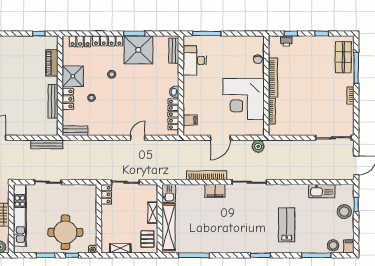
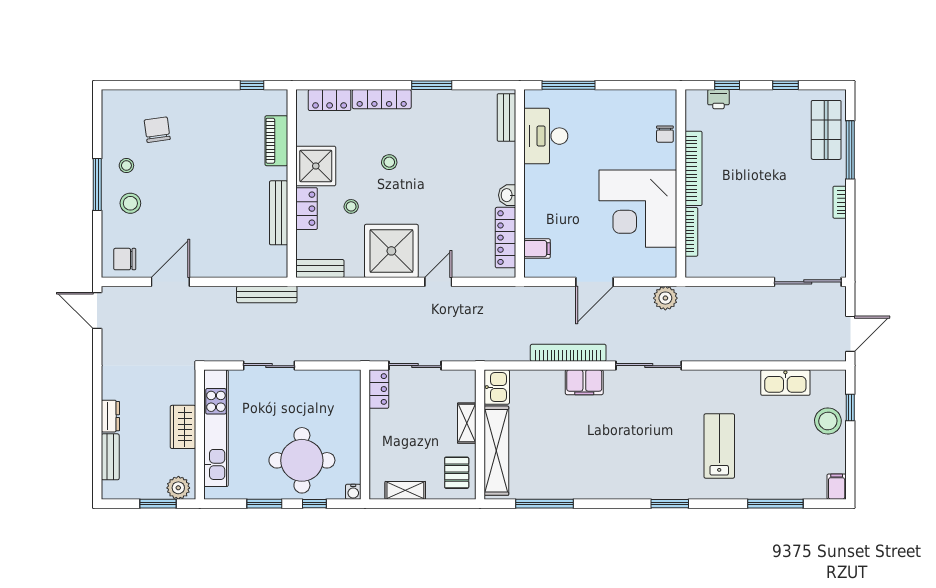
shower: (138, 50) -> (391, 251), moved
stool: (333, 245) -> (807, 485), removed

